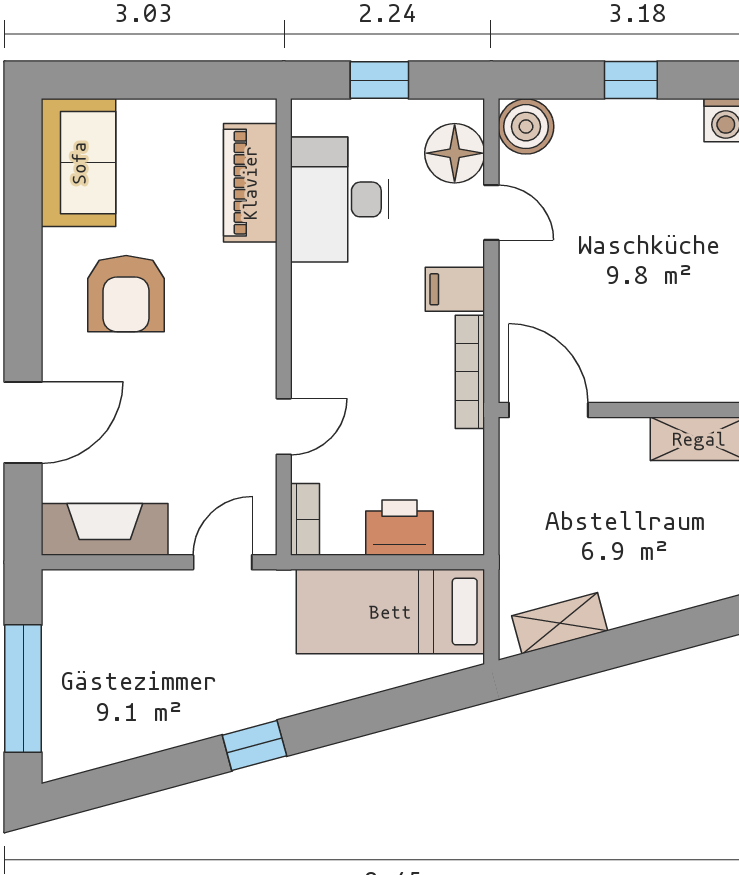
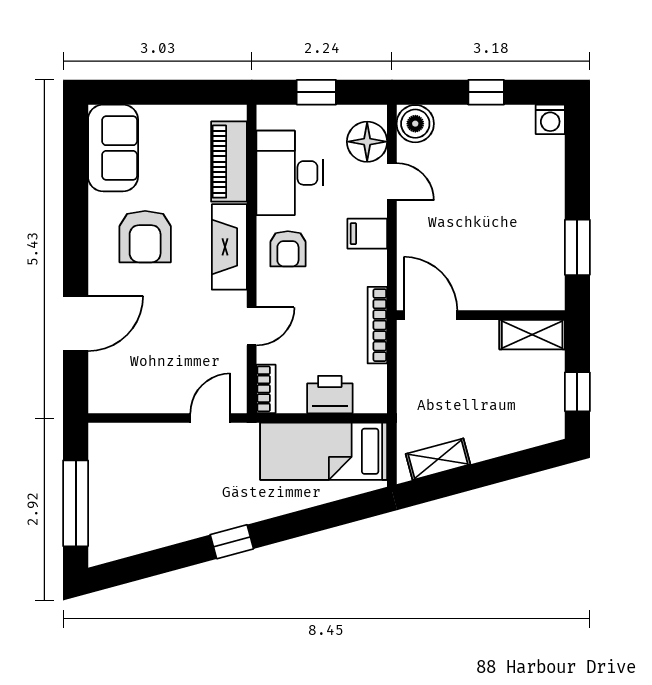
armchair: (338, 312) -> (288, 249), added
bookcase: (470, 372) -> (377, 325), moved
fireplace: (105, 529) -> (229, 247), moved, turned -90

